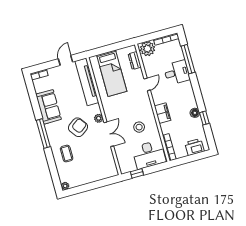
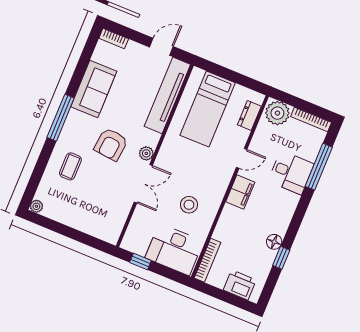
filing cabinet: (163, 113) -> (240, 192), moved
armchair: (78, 127) -> (111, 144), turned 132

